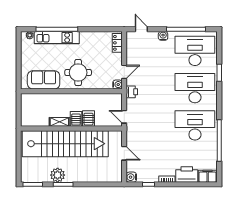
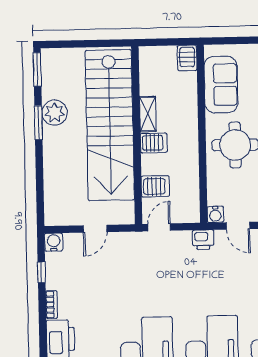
server rack: (28, 99) -> (187, 58), added
server rack: (88, 118) -> (155, 186), moved

